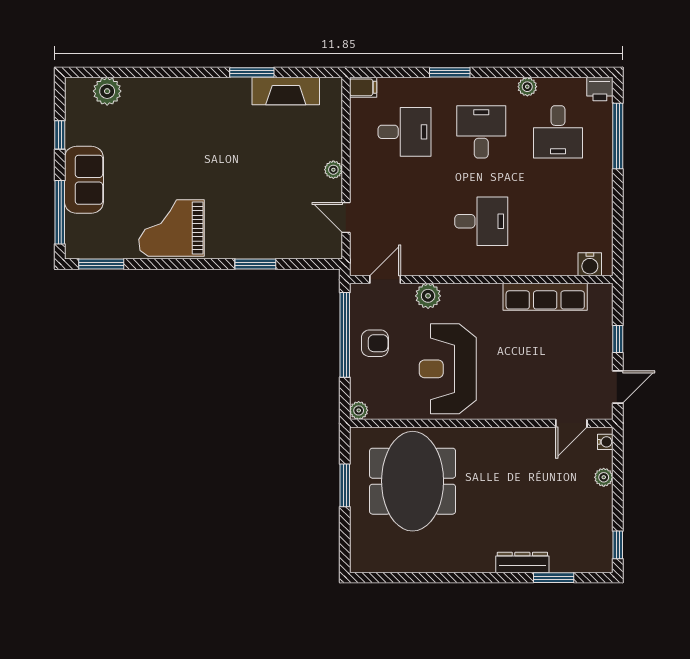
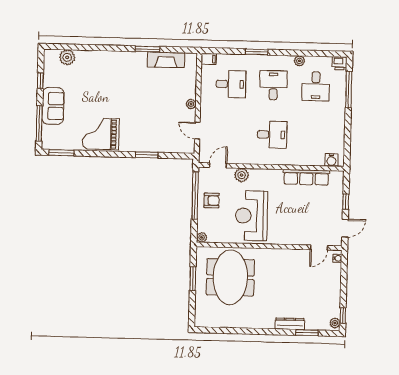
plant: (604, 477) -> (335, 323), moved

